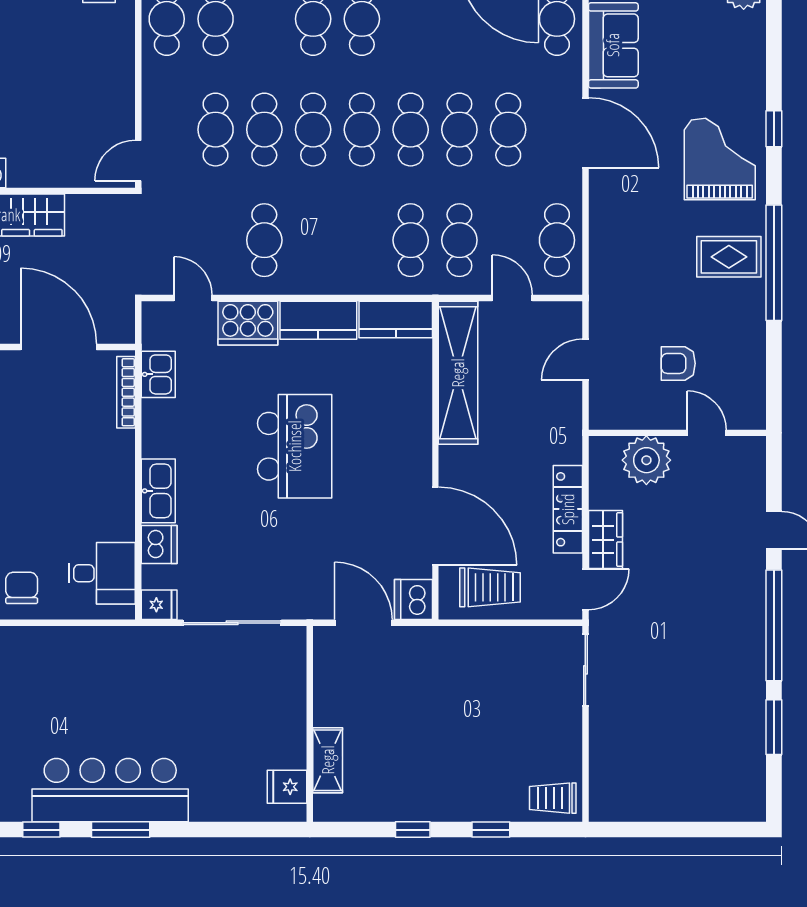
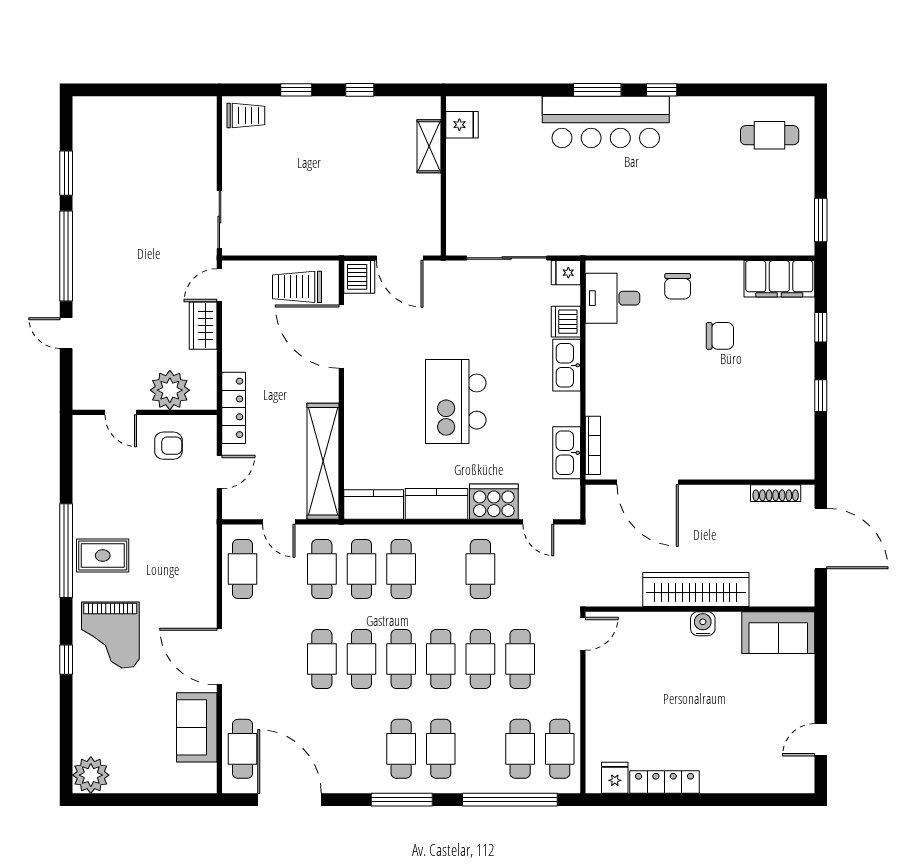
cafe table: (508, 130) -> (401, 569), moved
armchair: (678, 363) -> (168, 446), moved
kitchen sink: (158, 374) -> (567, 453), width x1.38
locker: (568, 509) -> (234, 408), moved

